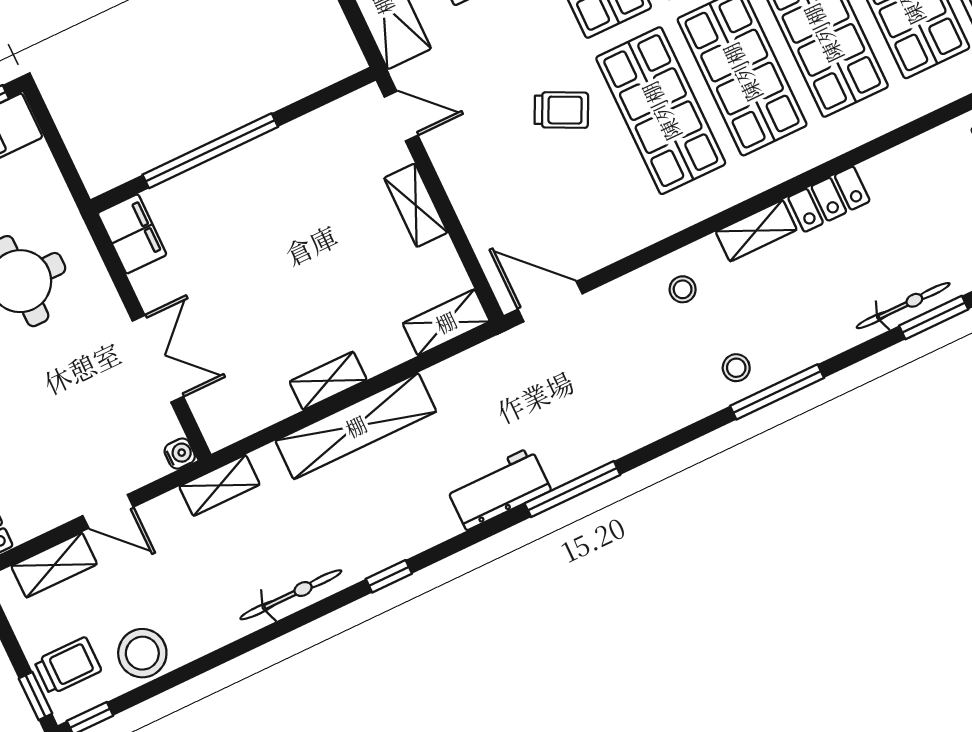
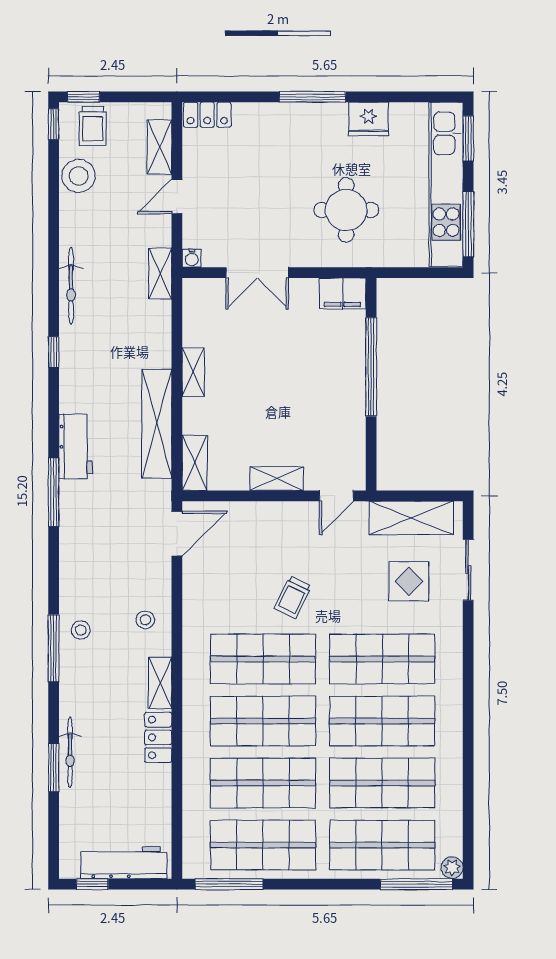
shelving: (356, 426) -> (157, 424), moved

